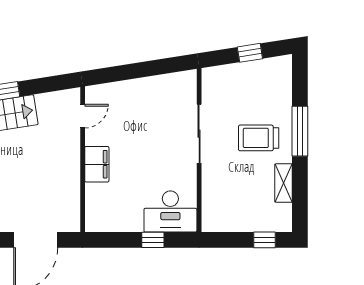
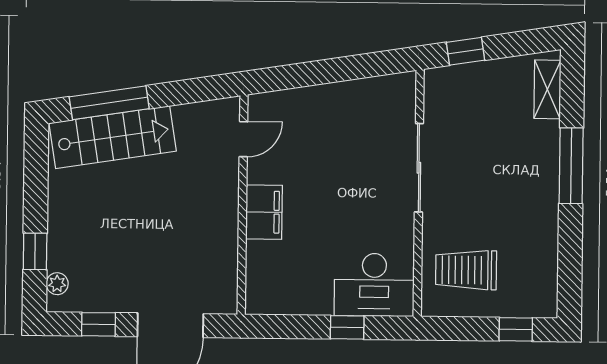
window: (250, 53) -> (465, 51), moved
trolley: (259, 138) -> (466, 270), moved
shelving: (284, 183) -> (547, 89), moved

